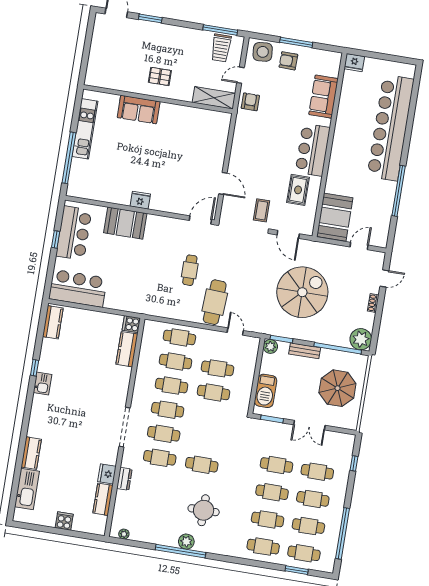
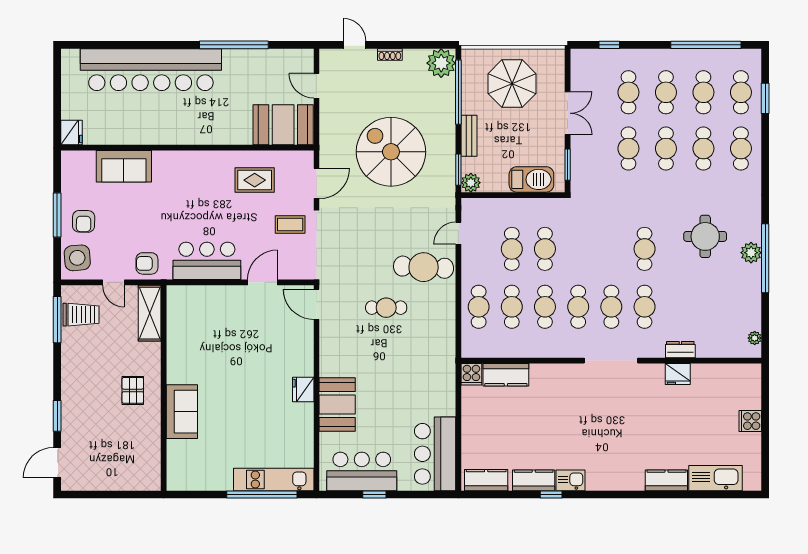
kitchen unit: (85, 129) -> (274, 480), moved
bar counter: (313, 150) -> (207, 261), moved, turned 180
kitchen counter: (103, 499) -> (534, 480), moved, turned 180

